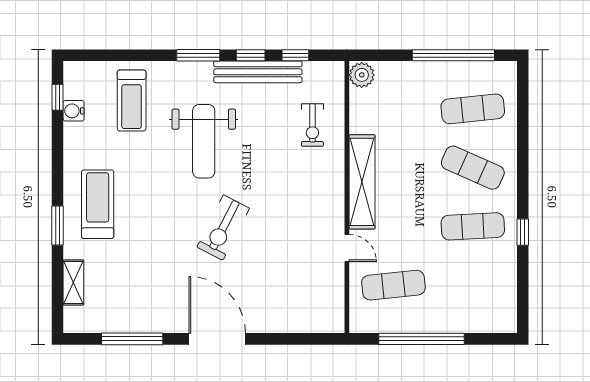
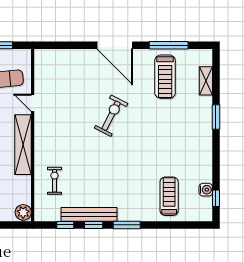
weight bench: (204, 141) -> (123, 170), removed
treadmill: (98, 204) -> (165, 77), moved

